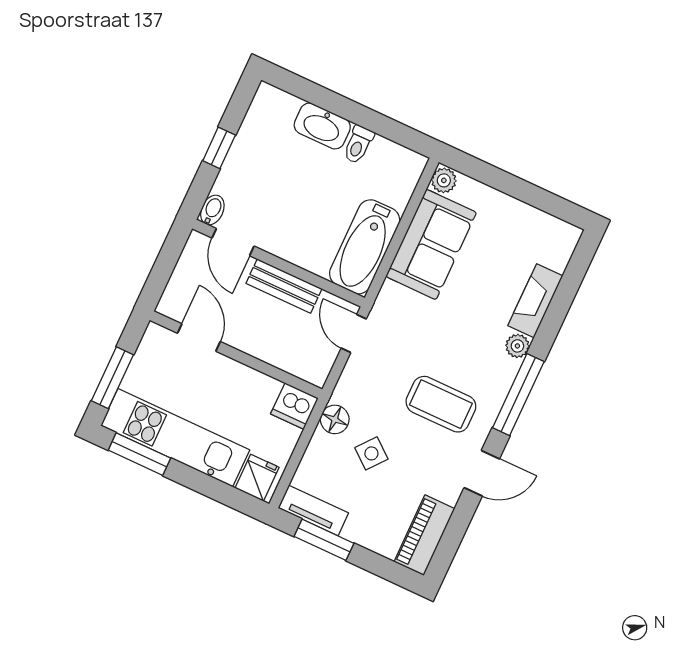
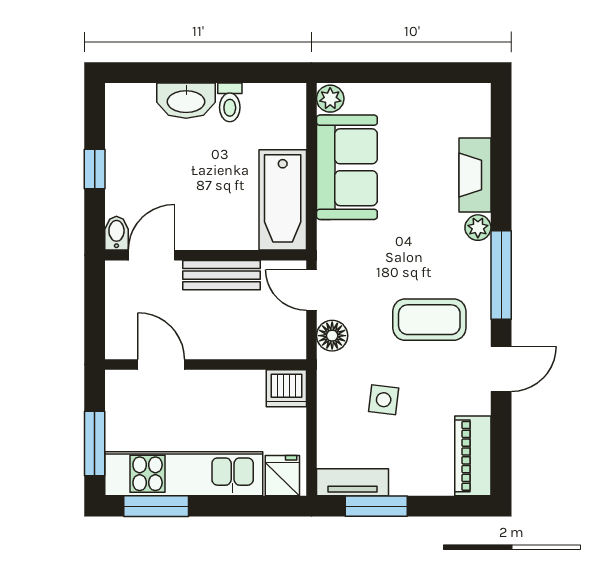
door: (233, 242) -> (151, 255), swing flipped
floor lamp: (335, 419) -> (332, 336), moved
side table: (371, 453) -> (384, 400), turned -32

